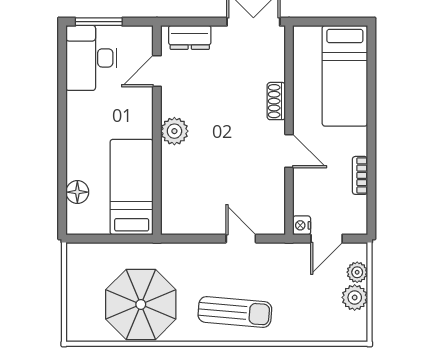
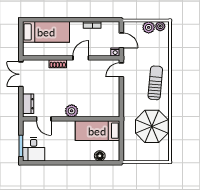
desk: (91, 58) -> (34, 149), width x0.73
door: (241, 239) -> (121, 70), moved
plant: (357, 272) -> (160, 26), moved

